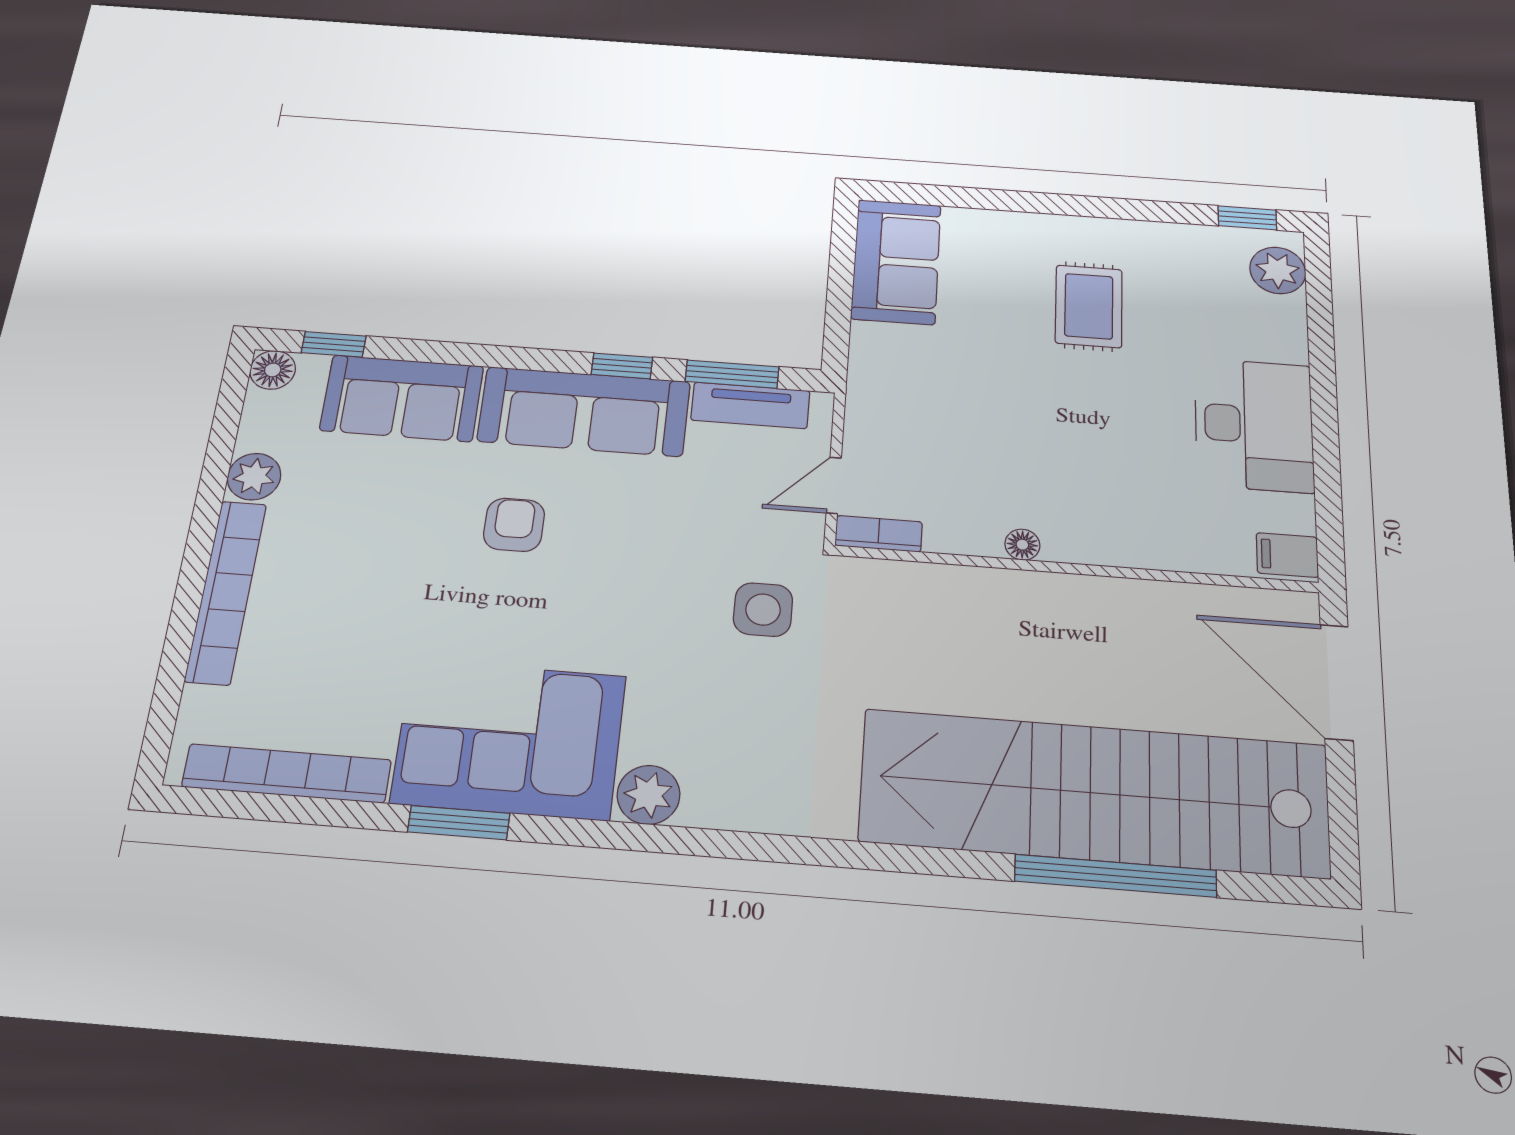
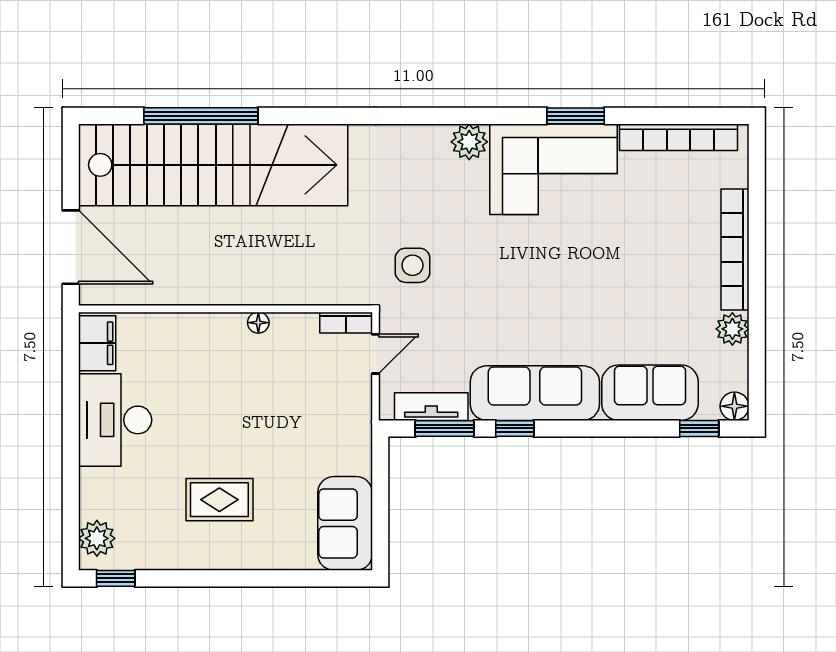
rug: (1089, 306) -> (219, 500), turned 90
armchair: (514, 525) -> (568, 309), removed
filing cabinet: (1287, 555) -> (97, 343), width x2.00

